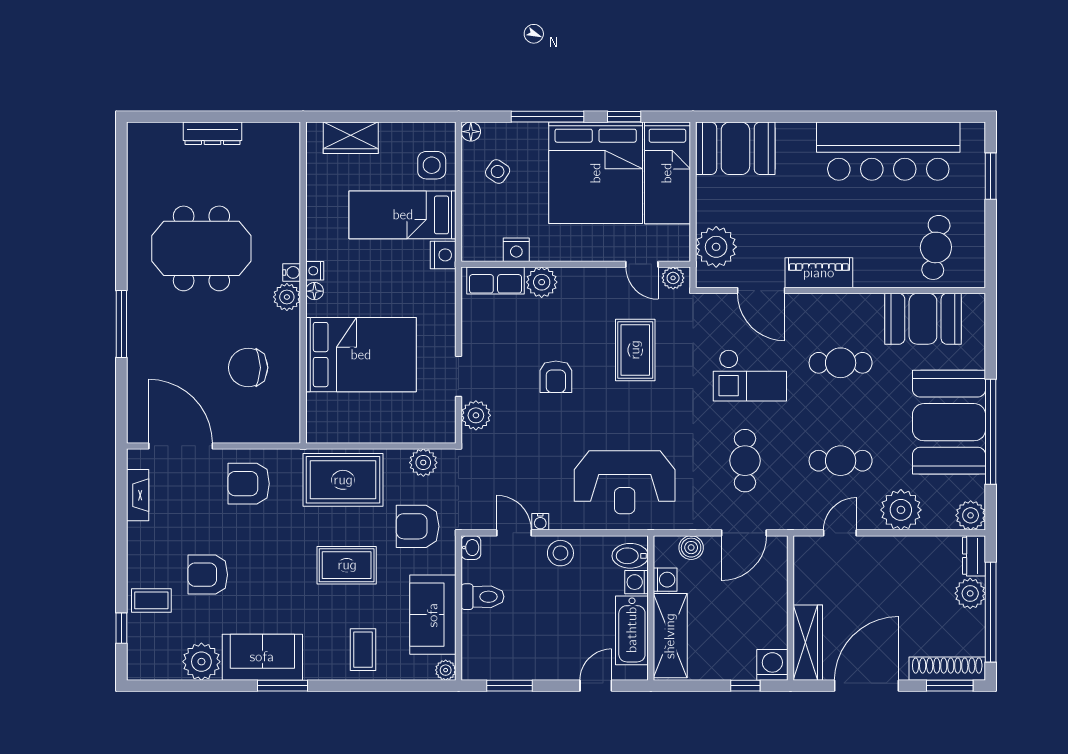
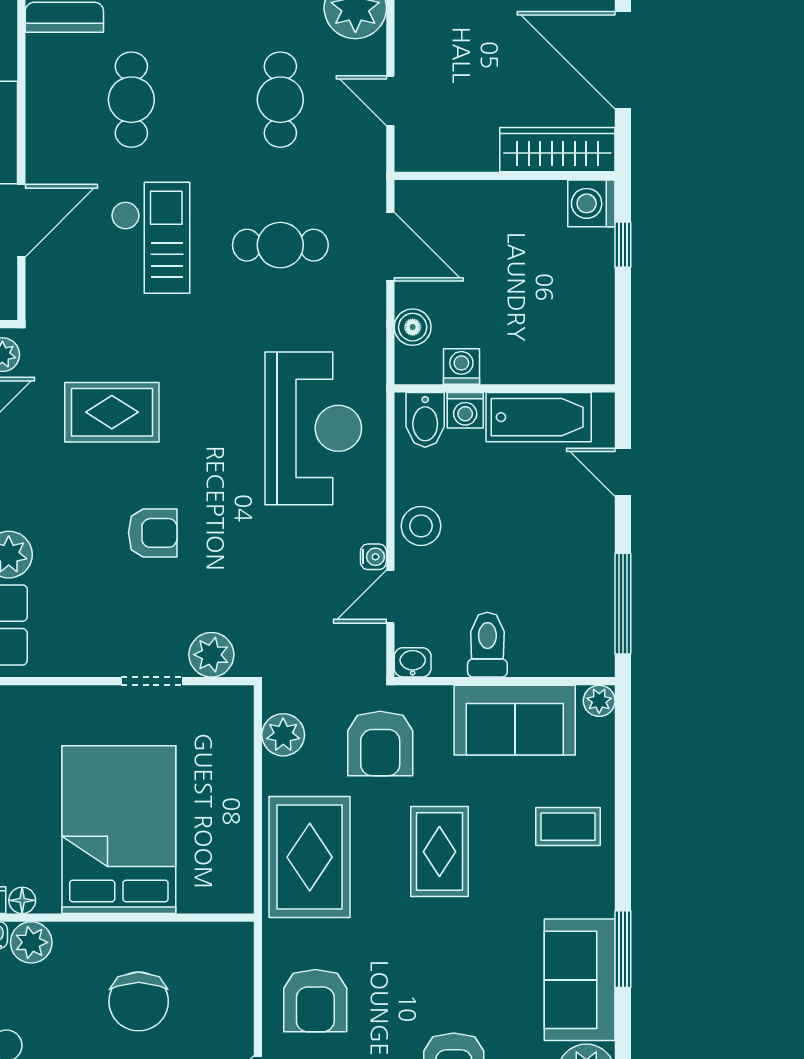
shelving: (670, 636) -> (547, 359), removed
window: (509, 686) -> (623, 604), width x1.44

